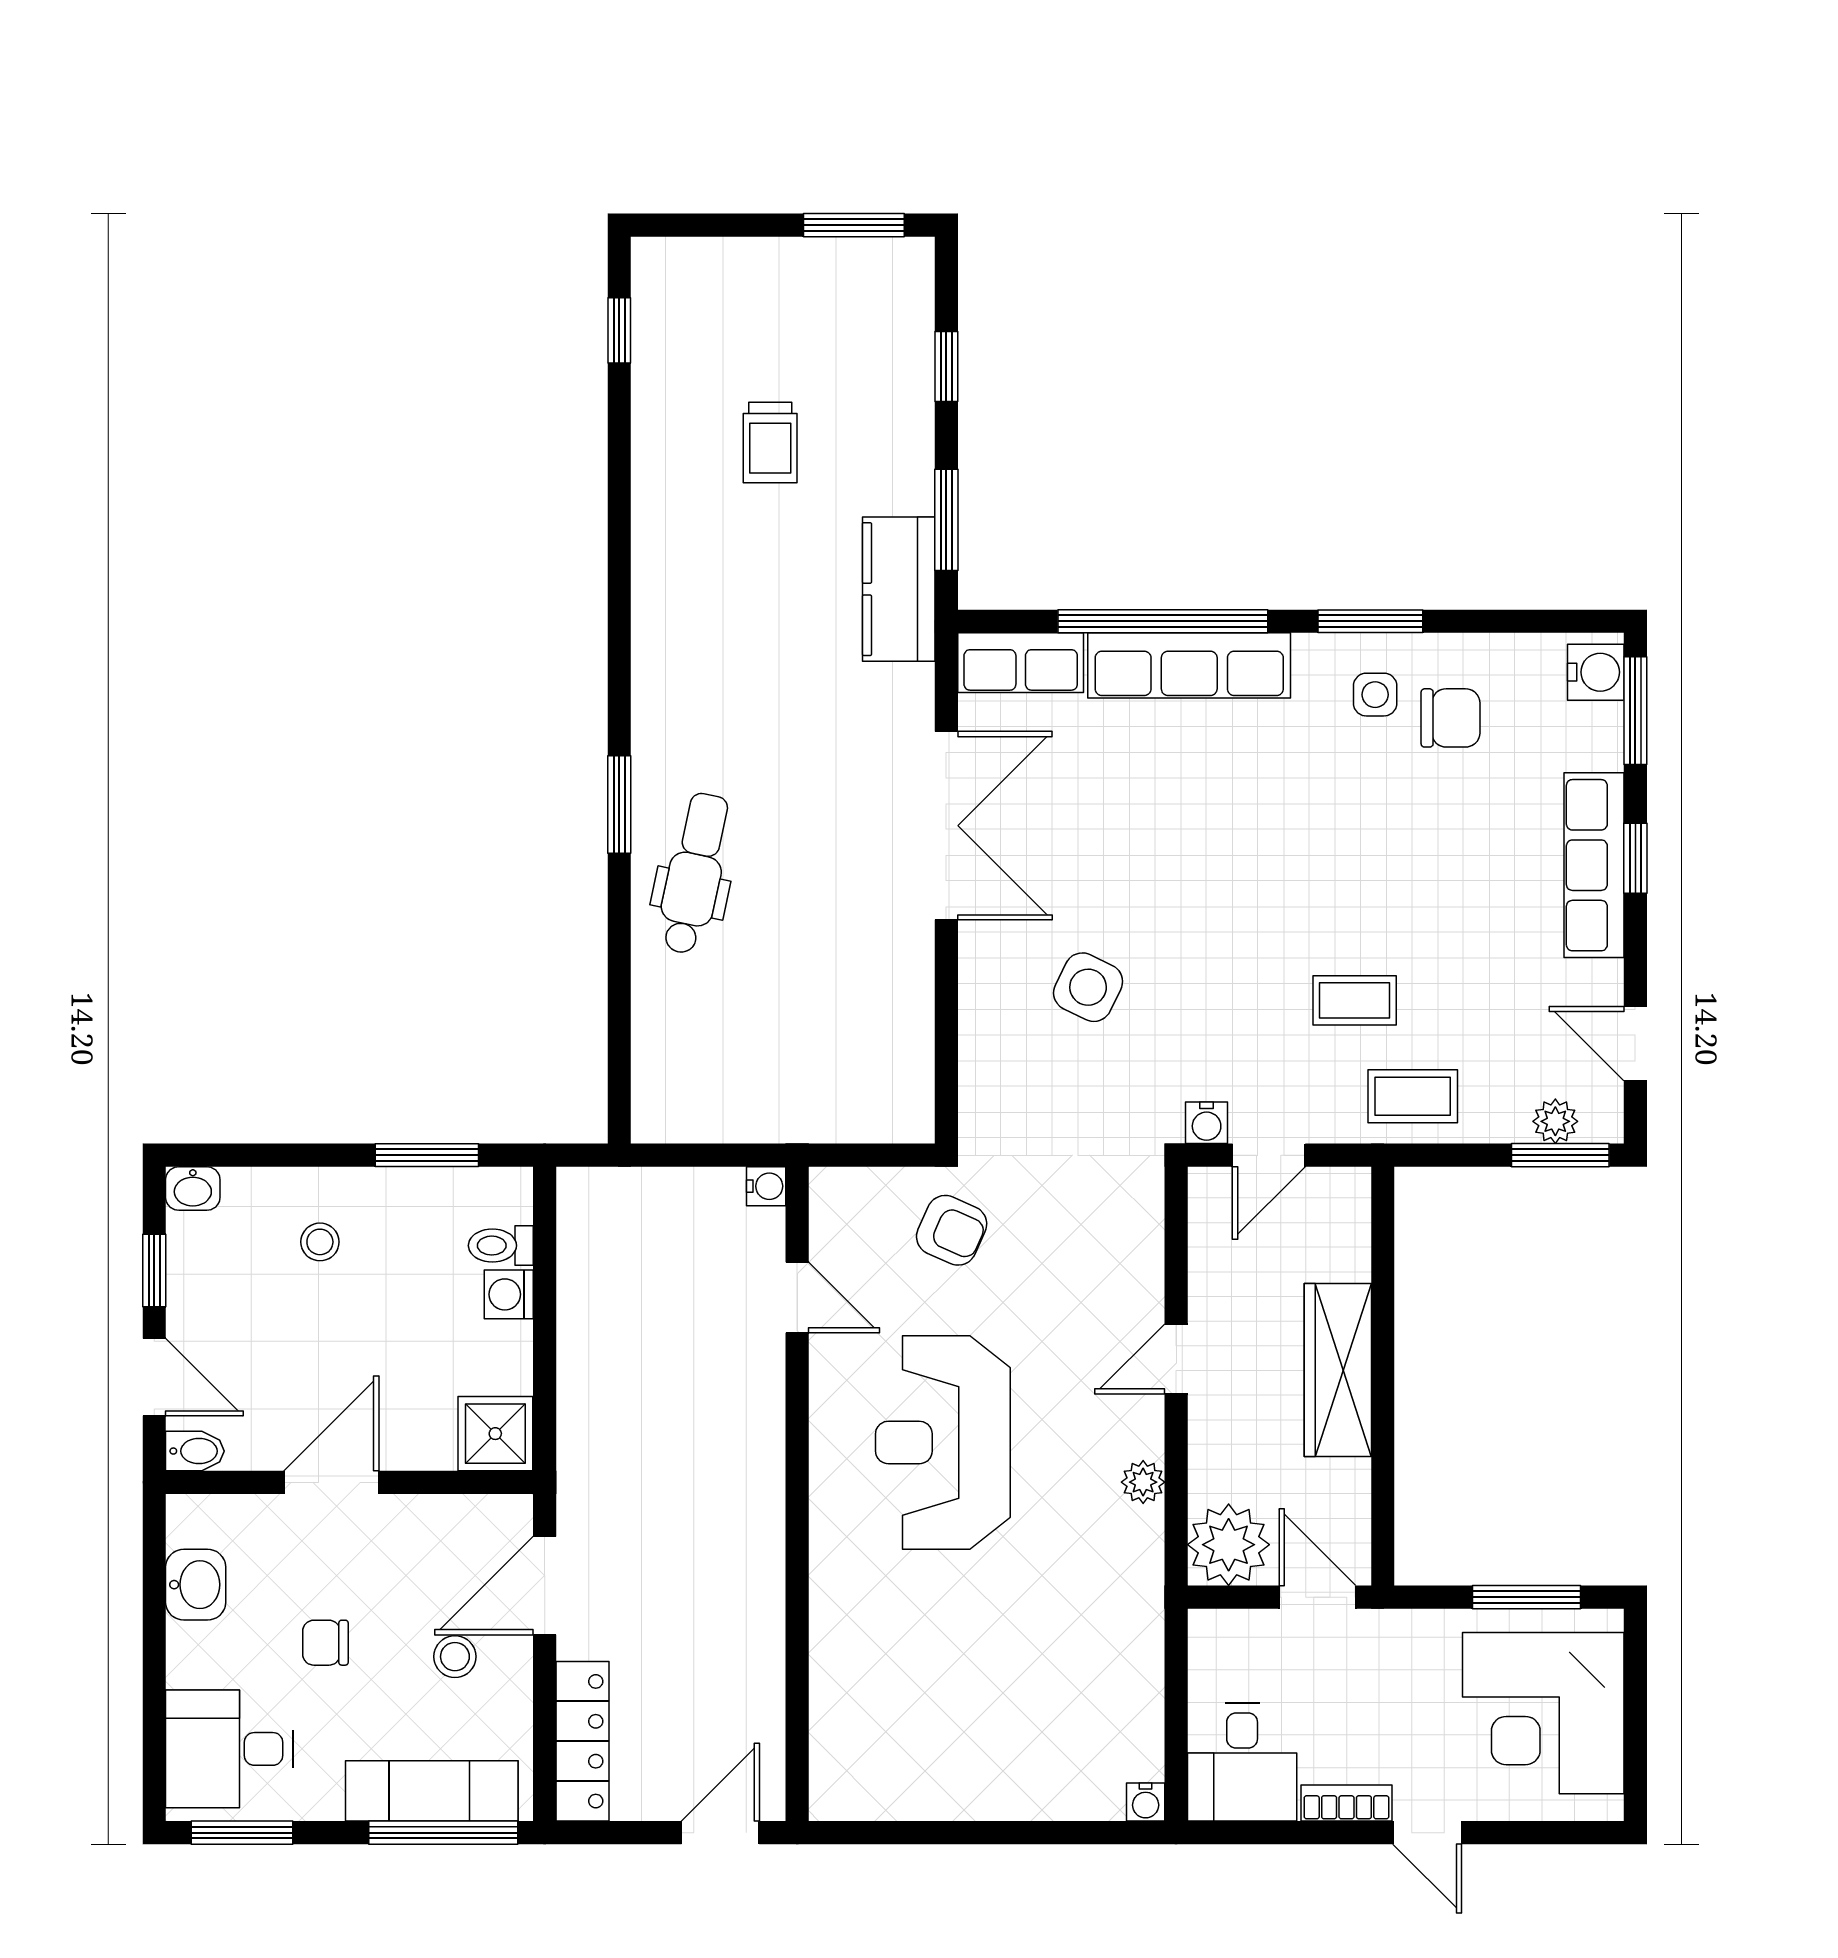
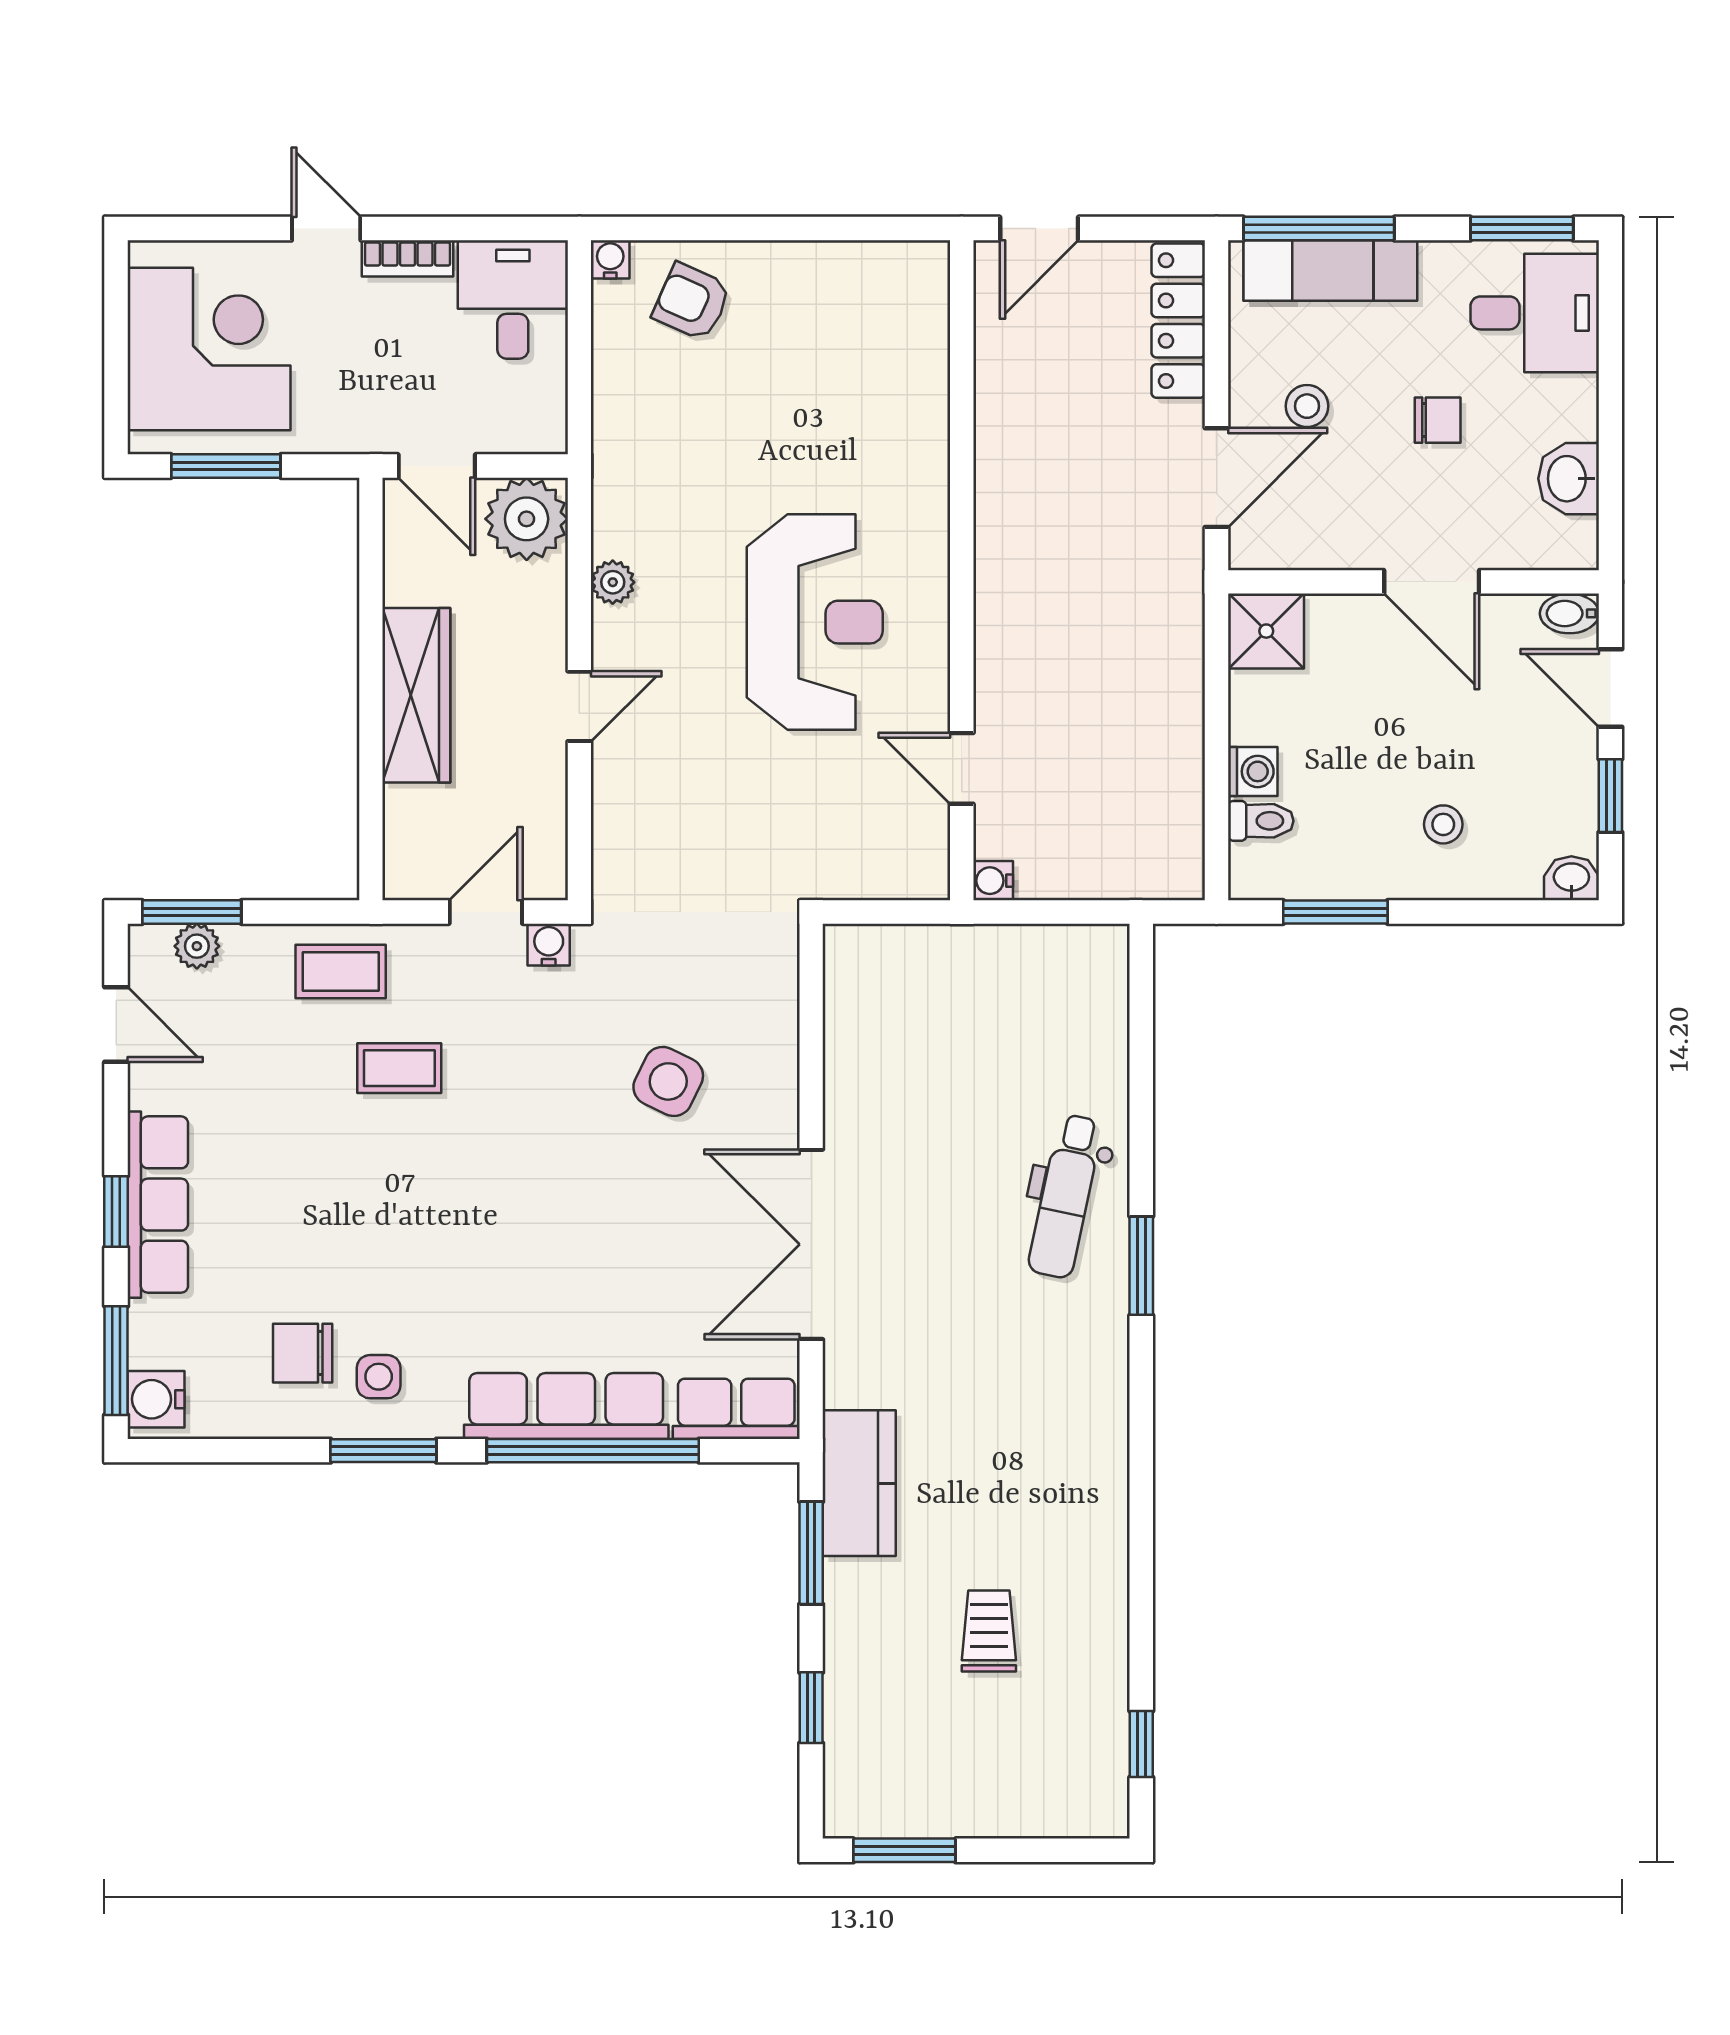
armchair: (952, 1230) -> (692, 302), moved
door: (331, 1482) -> (1432, 582), hinge flipped

